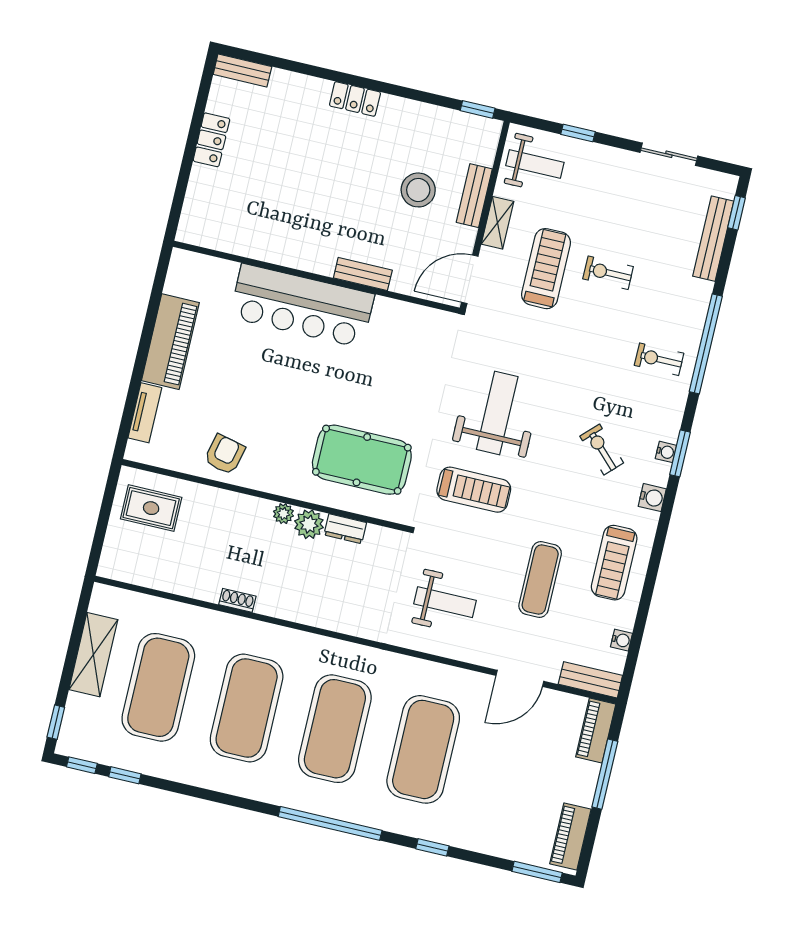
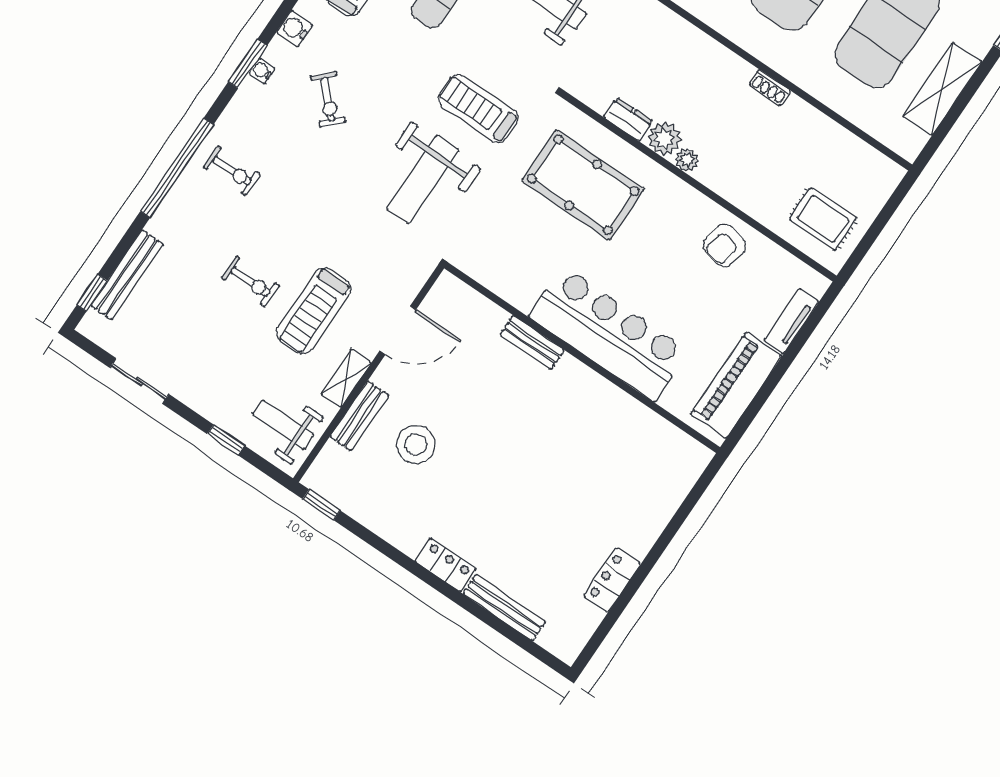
bench: (242, 70) -> (504, 608), moved, width x1.36
bench: (363, 274) -> (532, 342), moved
wall: (316, 277) -> (582, 358), moved
bar counter: (302, 306) -> (609, 334), moved

